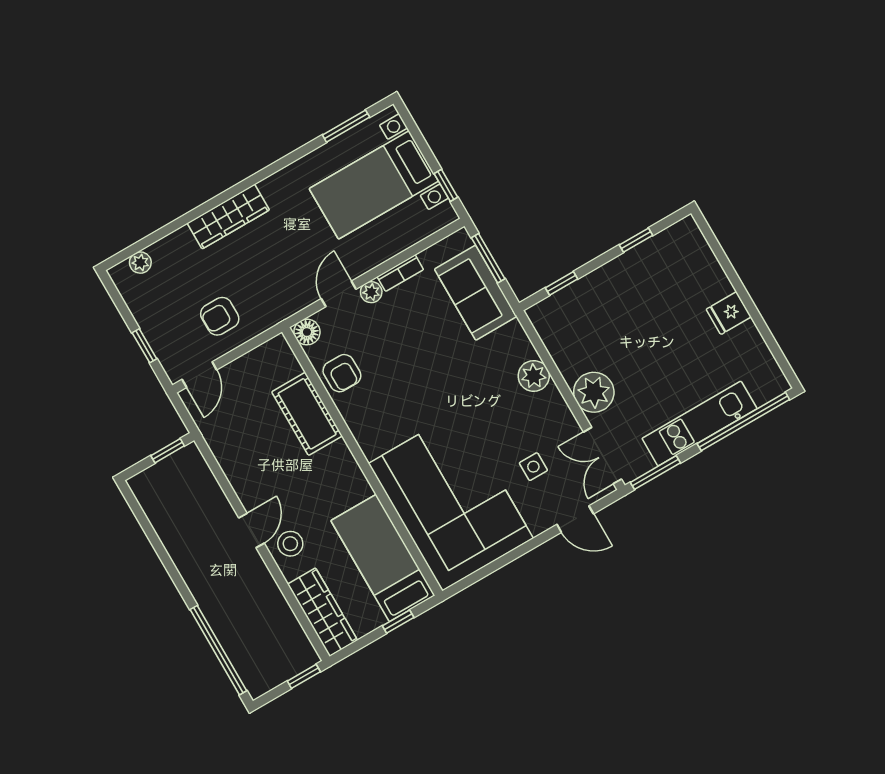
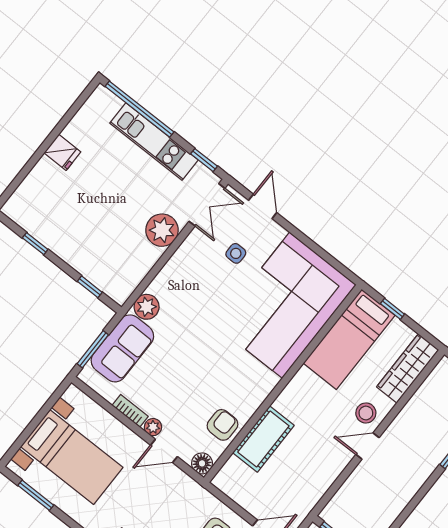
window: (446, 185) -> (51, 403), removed
plant: (534, 376) -> (147, 307), moved
window: (655, 473) -> (204, 160), width x0.67

